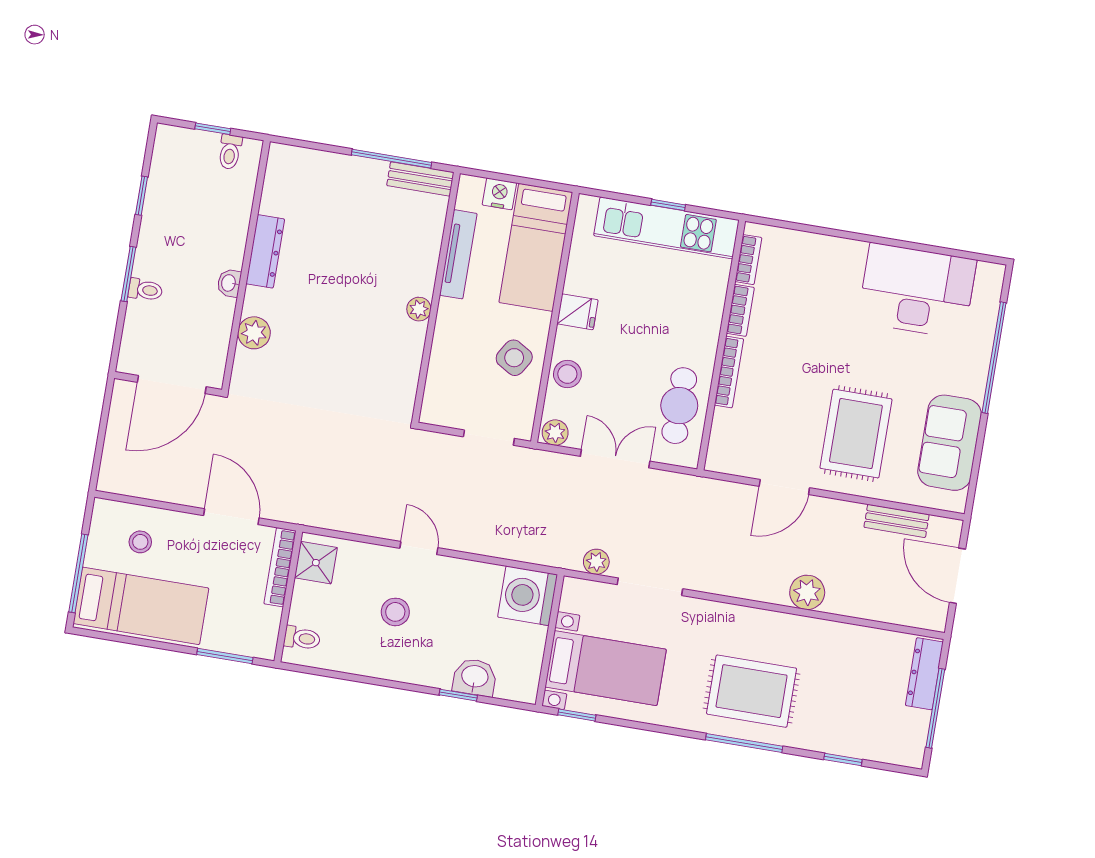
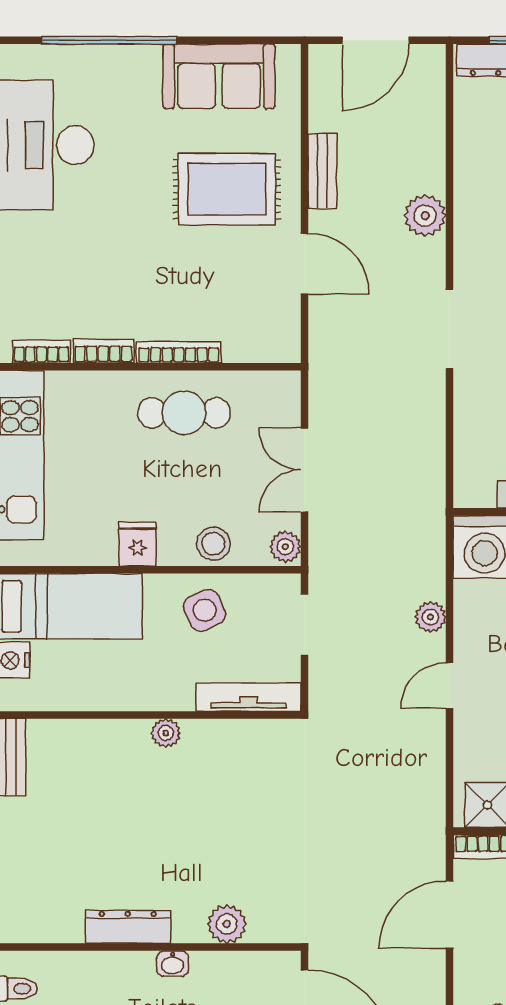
tv unit: (458, 254) -> (248, 697), moved
side table: (514, 358) -> (205, 610), turned 34
cafe table: (679, 406) -> (184, 413), moved
bench: (897, 521) -> (322, 171), moved
plant: (596, 562) -> (431, 617), moved
doorway: (650, 587) -> (450, 329), moved

